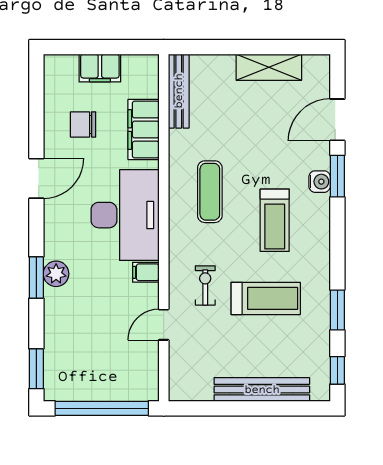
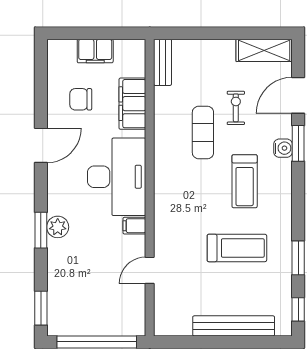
shelving: (269, 67) -> (264, 50), moved
bench: (179, 91) -> (163, 62), width x0.73
exercise mat: (210, 192) -> (203, 132), moved
exercise bike: (205, 285) -> (236, 108), moved

